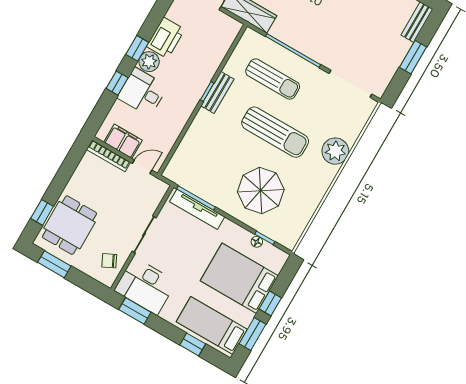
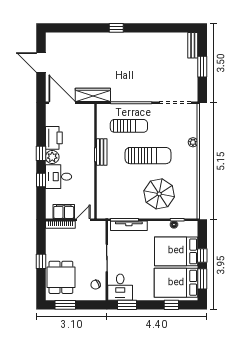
plant: (335, 151) -> (193, 142), width x0.53, depth x0.53
window: (42, 212) -> (41, 261), moved
desk: (145, 286) -> (120, 287), width x0.73
bed: (212, 326) -> (176, 283), width x1.50

